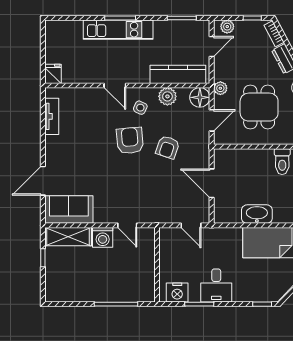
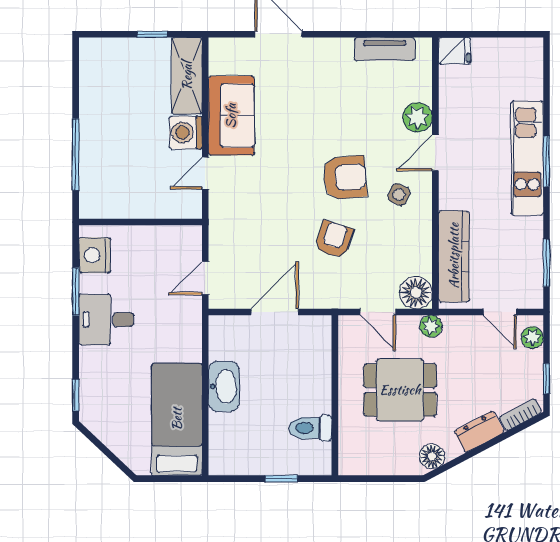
plant: (167, 96) -> (417, 117), moved
armchair: (168, 147) -> (334, 239), turned 89
sofa: (69, 210) -> (231, 116), moved

